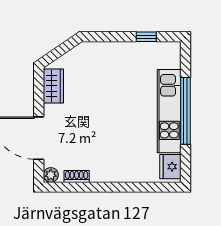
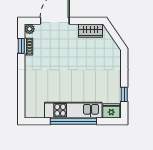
fridge: (170, 167) -> (111, 111), moved
window: (75, 187) -> (21, 46), added

